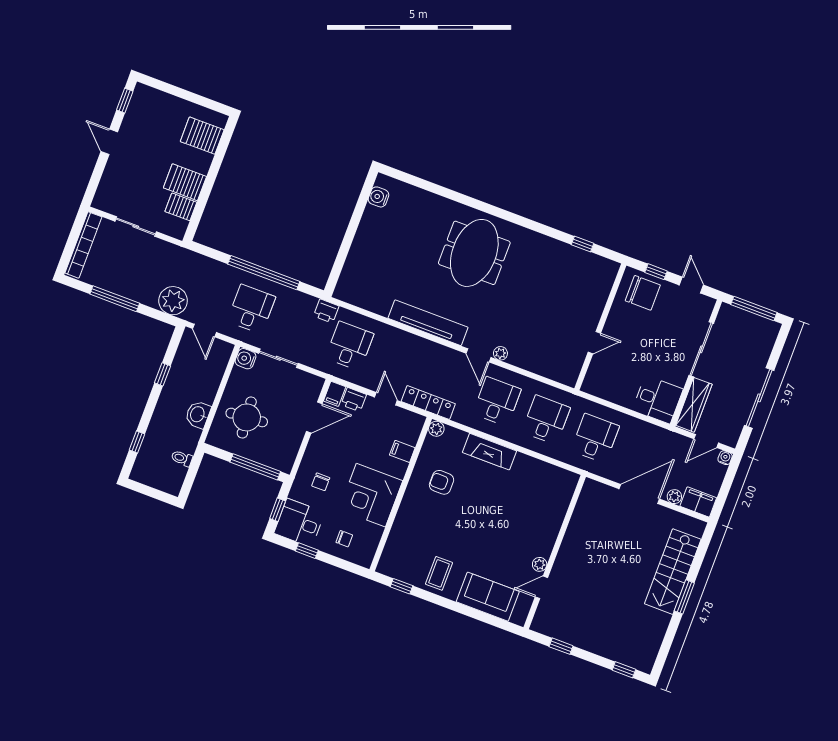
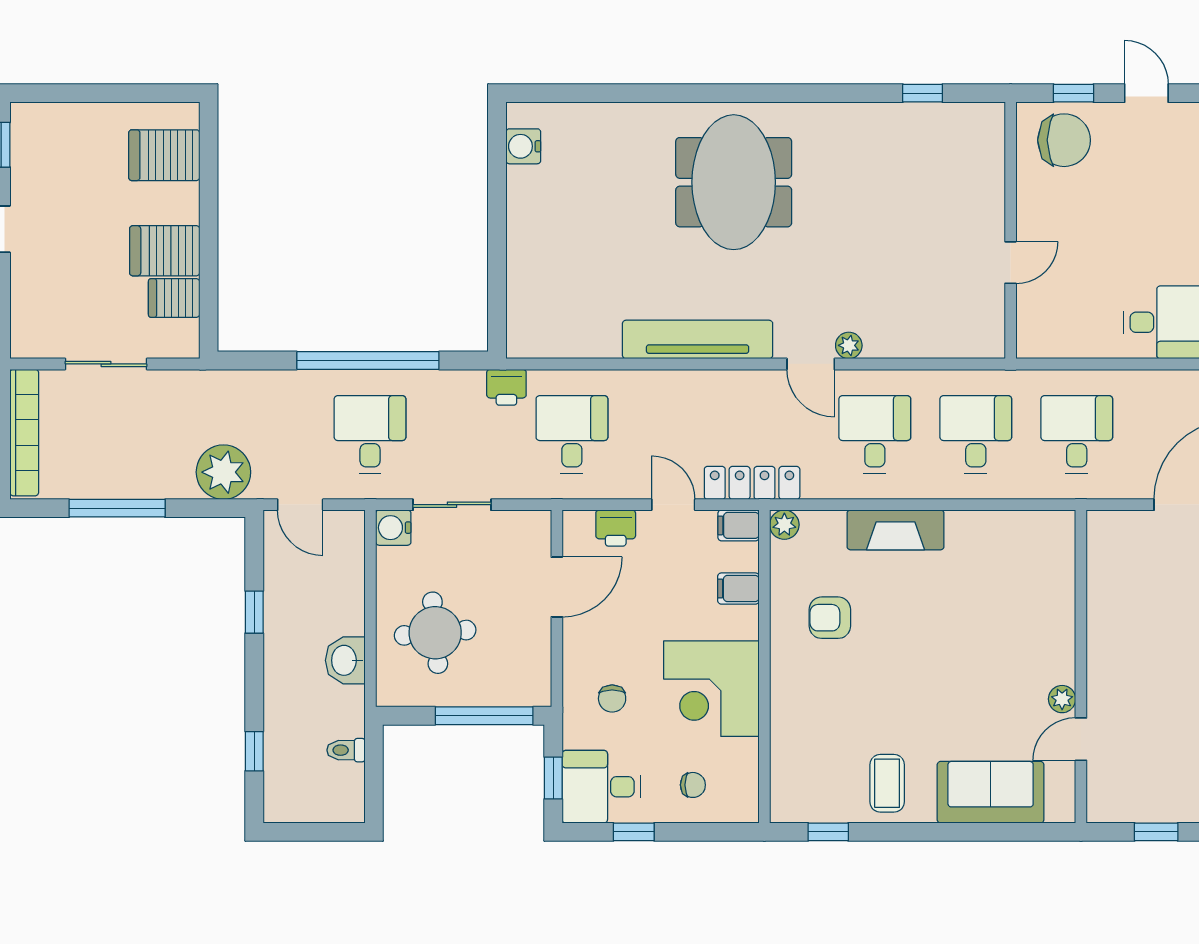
filing cabinet: (335, 394) -> (738, 525), moved, turned 90

